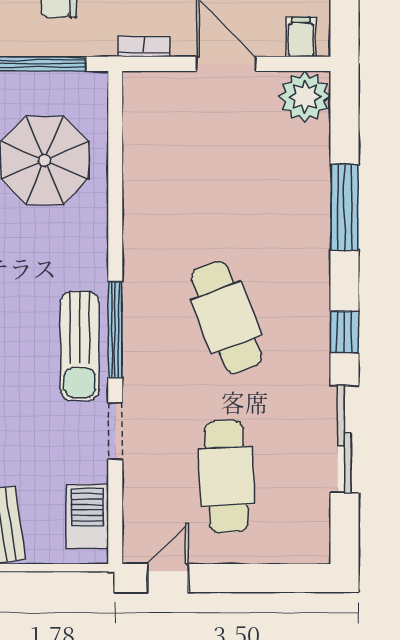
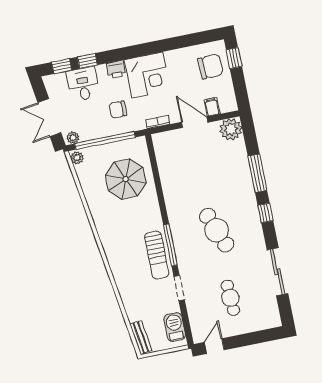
filing cabinet: (301, 37) -> (212, 107), moved
window: (344, 332) -> (265, 213), moved
cafe table: (226, 476) -> (230, 298), width x0.73, depth x0.74

